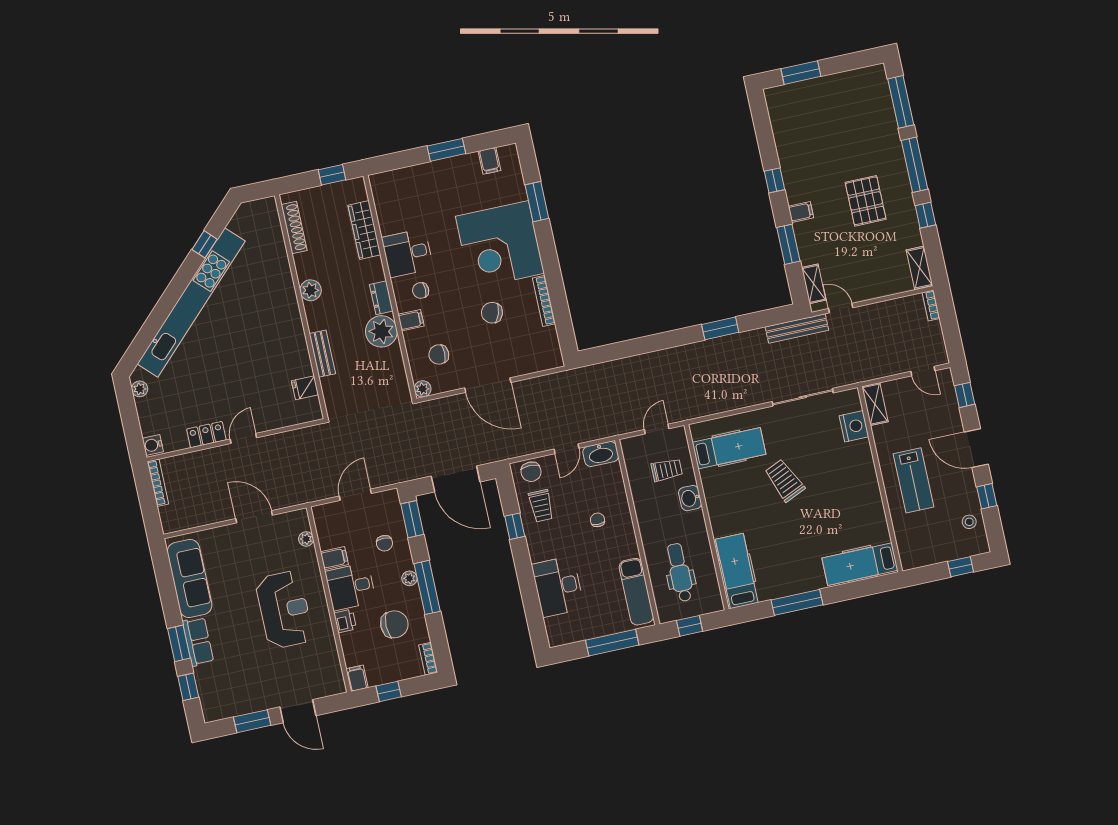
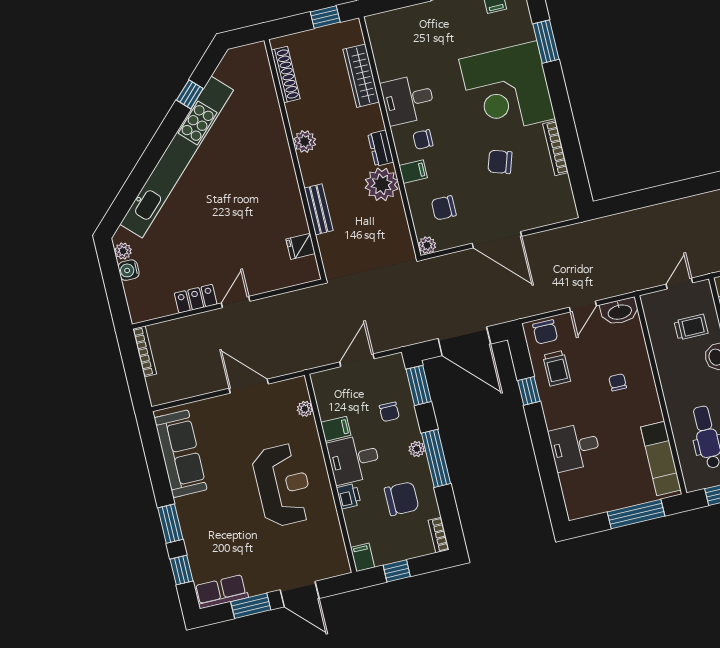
water cooler: (153, 445) -> (129, 270), moved
desk: (558, 586) -> (575, 447), width x0.73
row of seats: (198, 642) -> (221, 592), moved, turned -90

